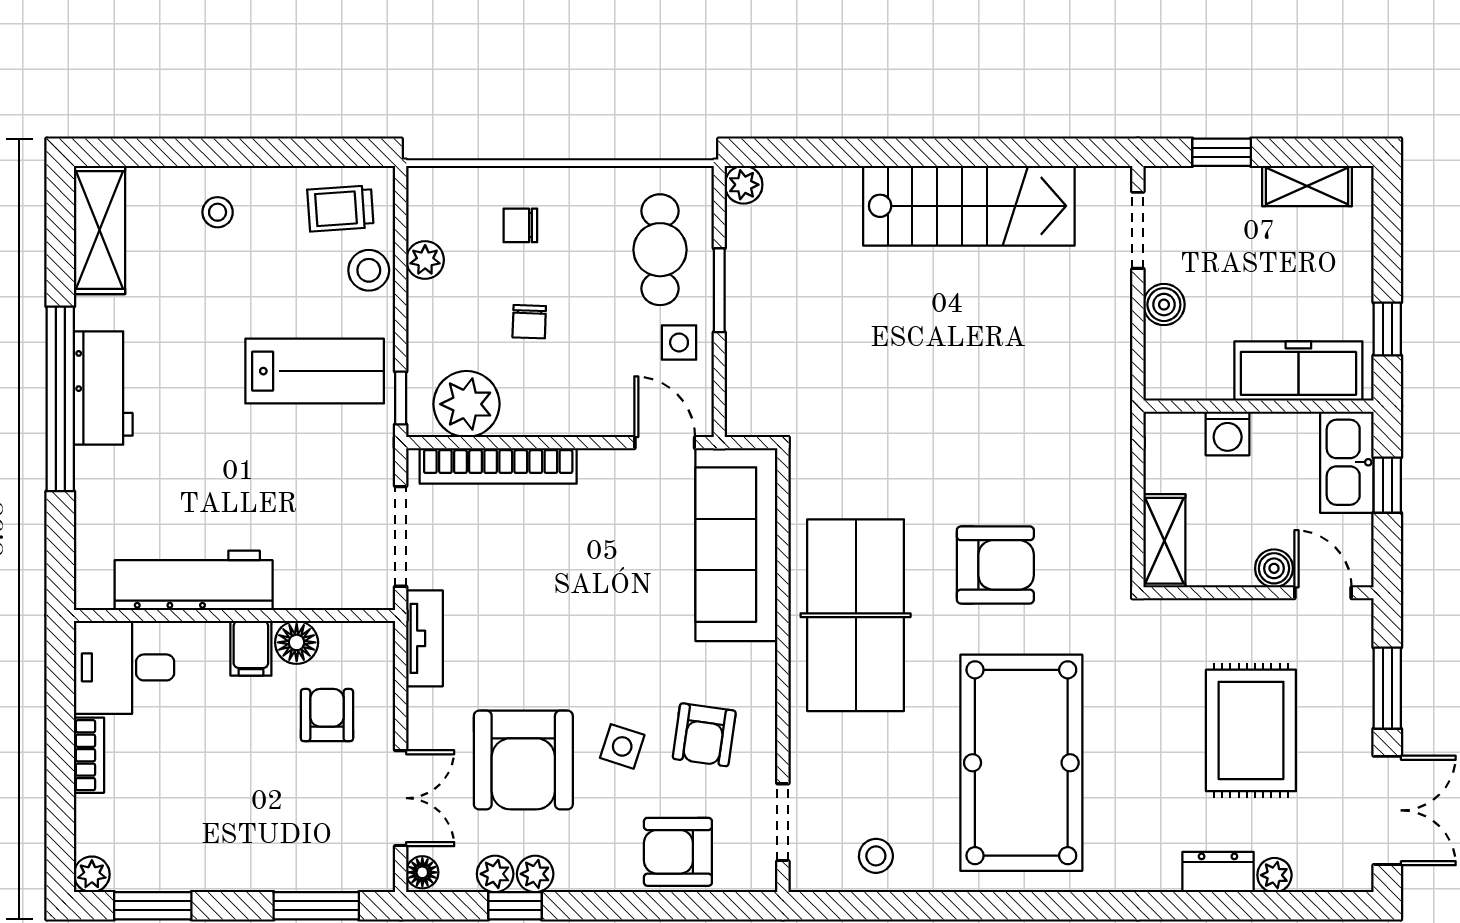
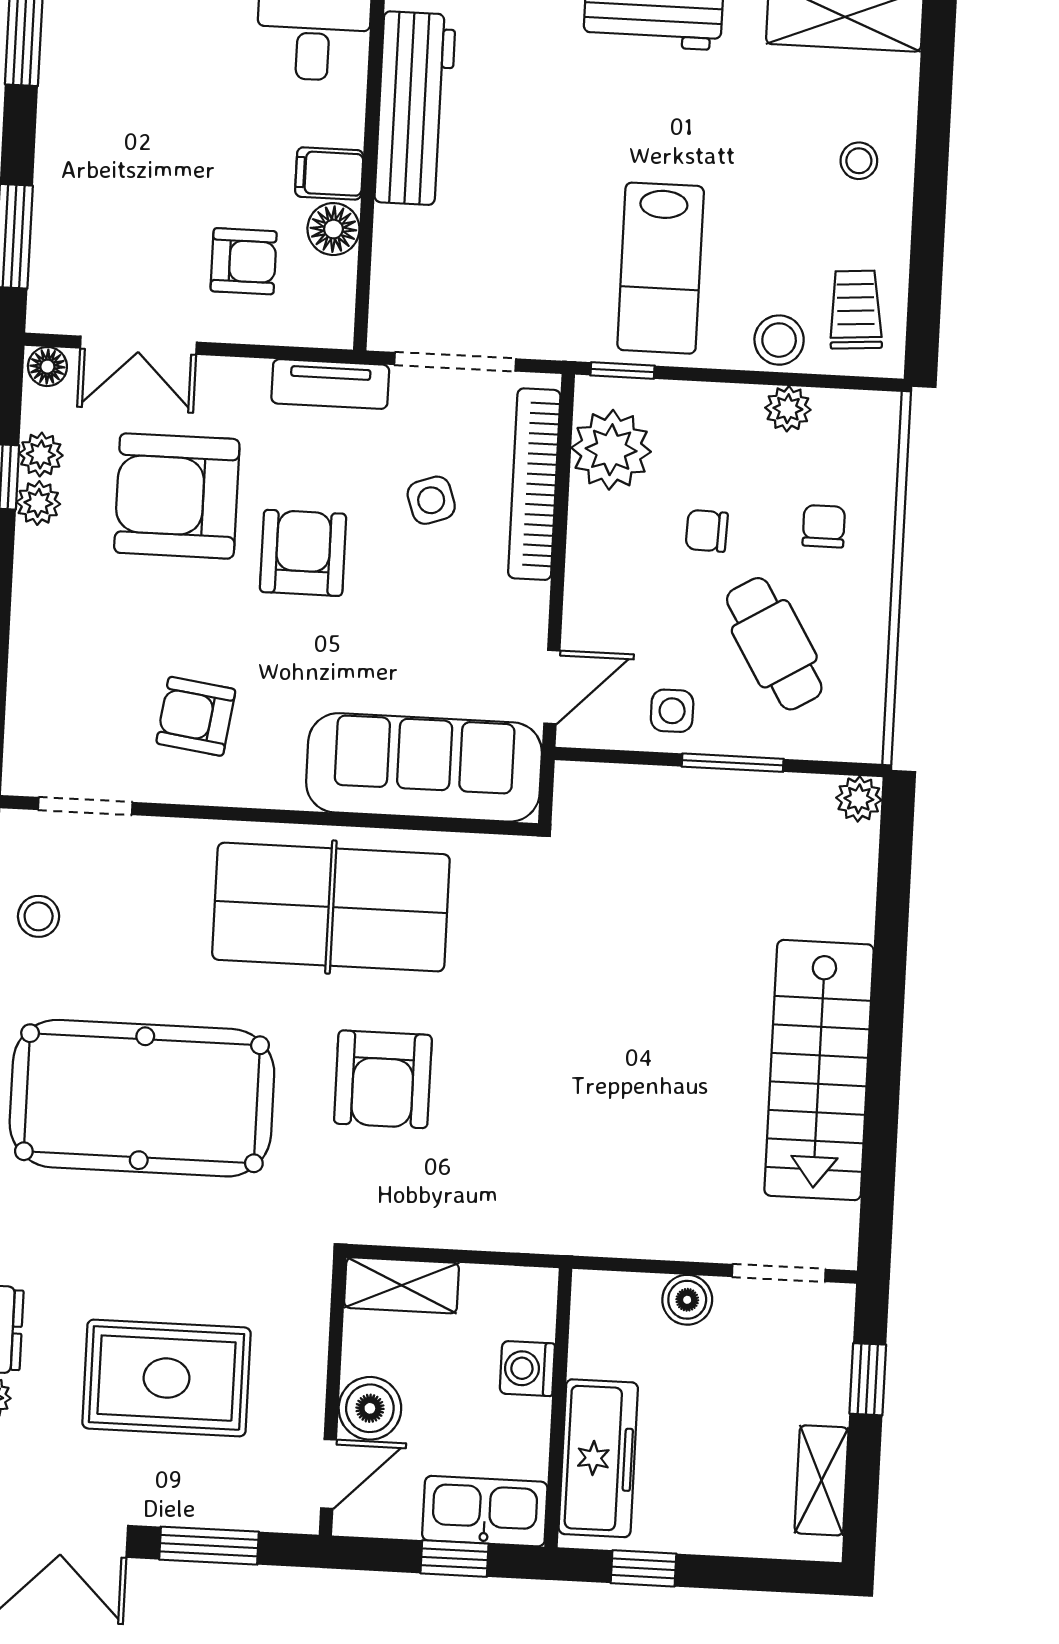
cafe table: (660, 250) -> (774, 644), moved, turned 59
boiler: (1274, 568) -> (370, 1408), width x1.36, depth x1.36
side table: (622, 746) -> (431, 500), moved, turned -37
armchair: (678, 852) -> (303, 553), moved

